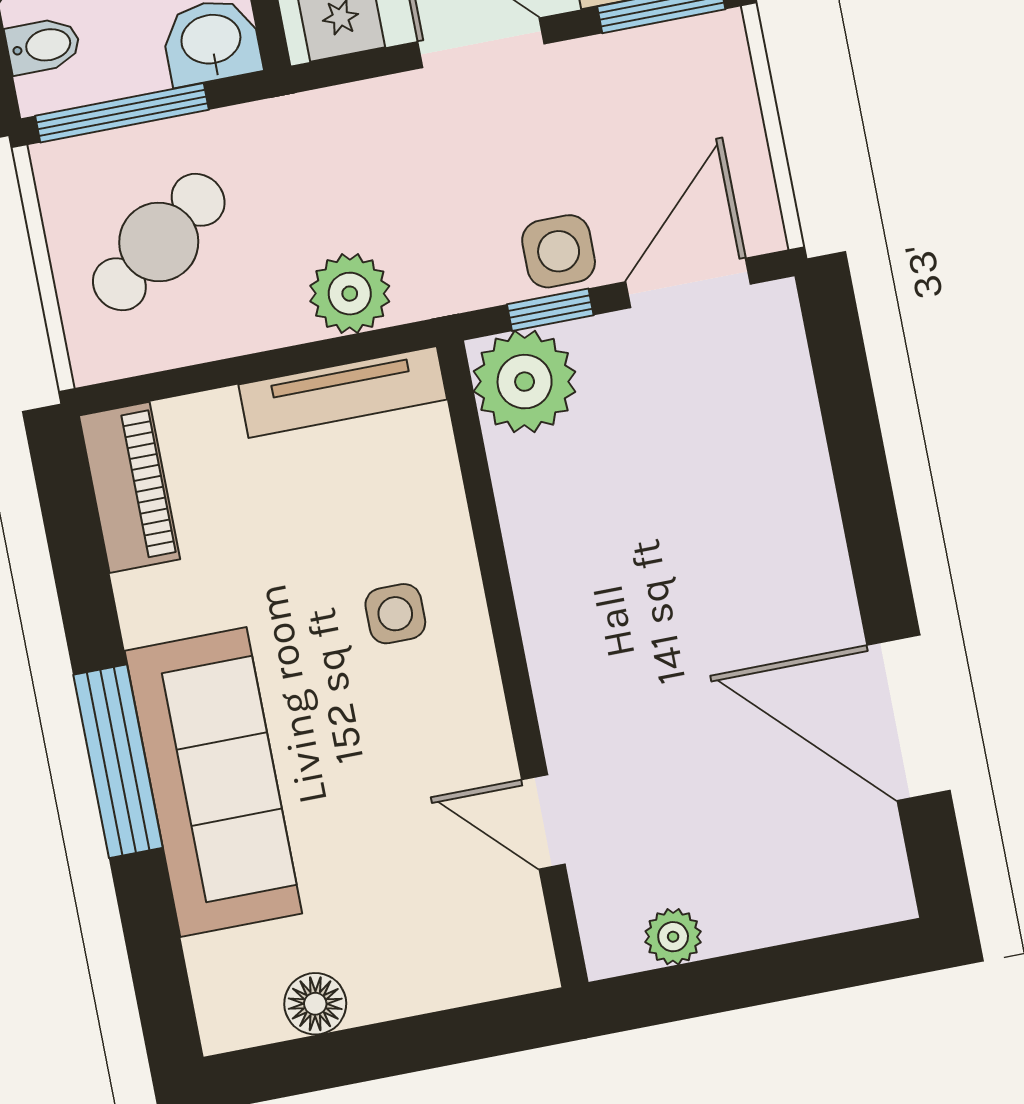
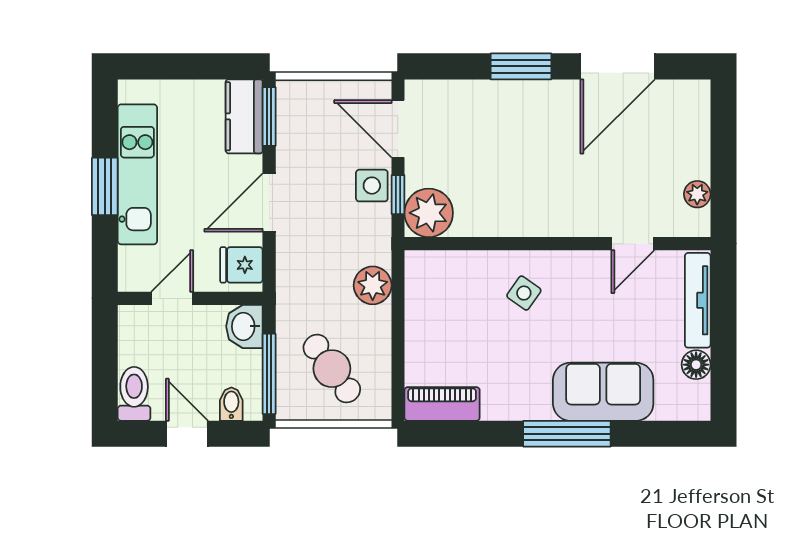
tv unit: (343, 392) -> (698, 300), moved, turned 180
window: (869, 515) -> (521, 66), added
side table: (395, 614) -> (524, 293), turned 35
sofa: (213, 782) -> (603, 392), width x0.73

